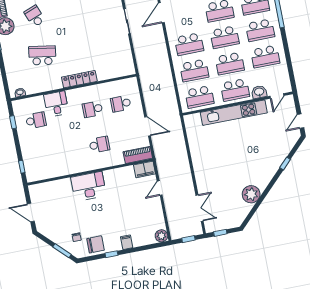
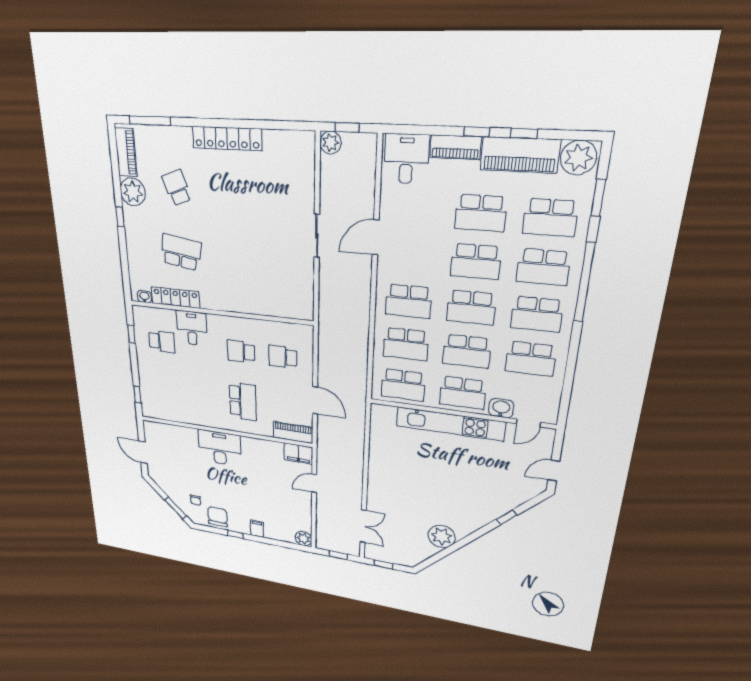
locker: (79, 79) -> (175, 298), moved
school desk: (99, 145) -> (243, 401), width x1.85
chair: (95, 244) -> (218, 517), turned -90

